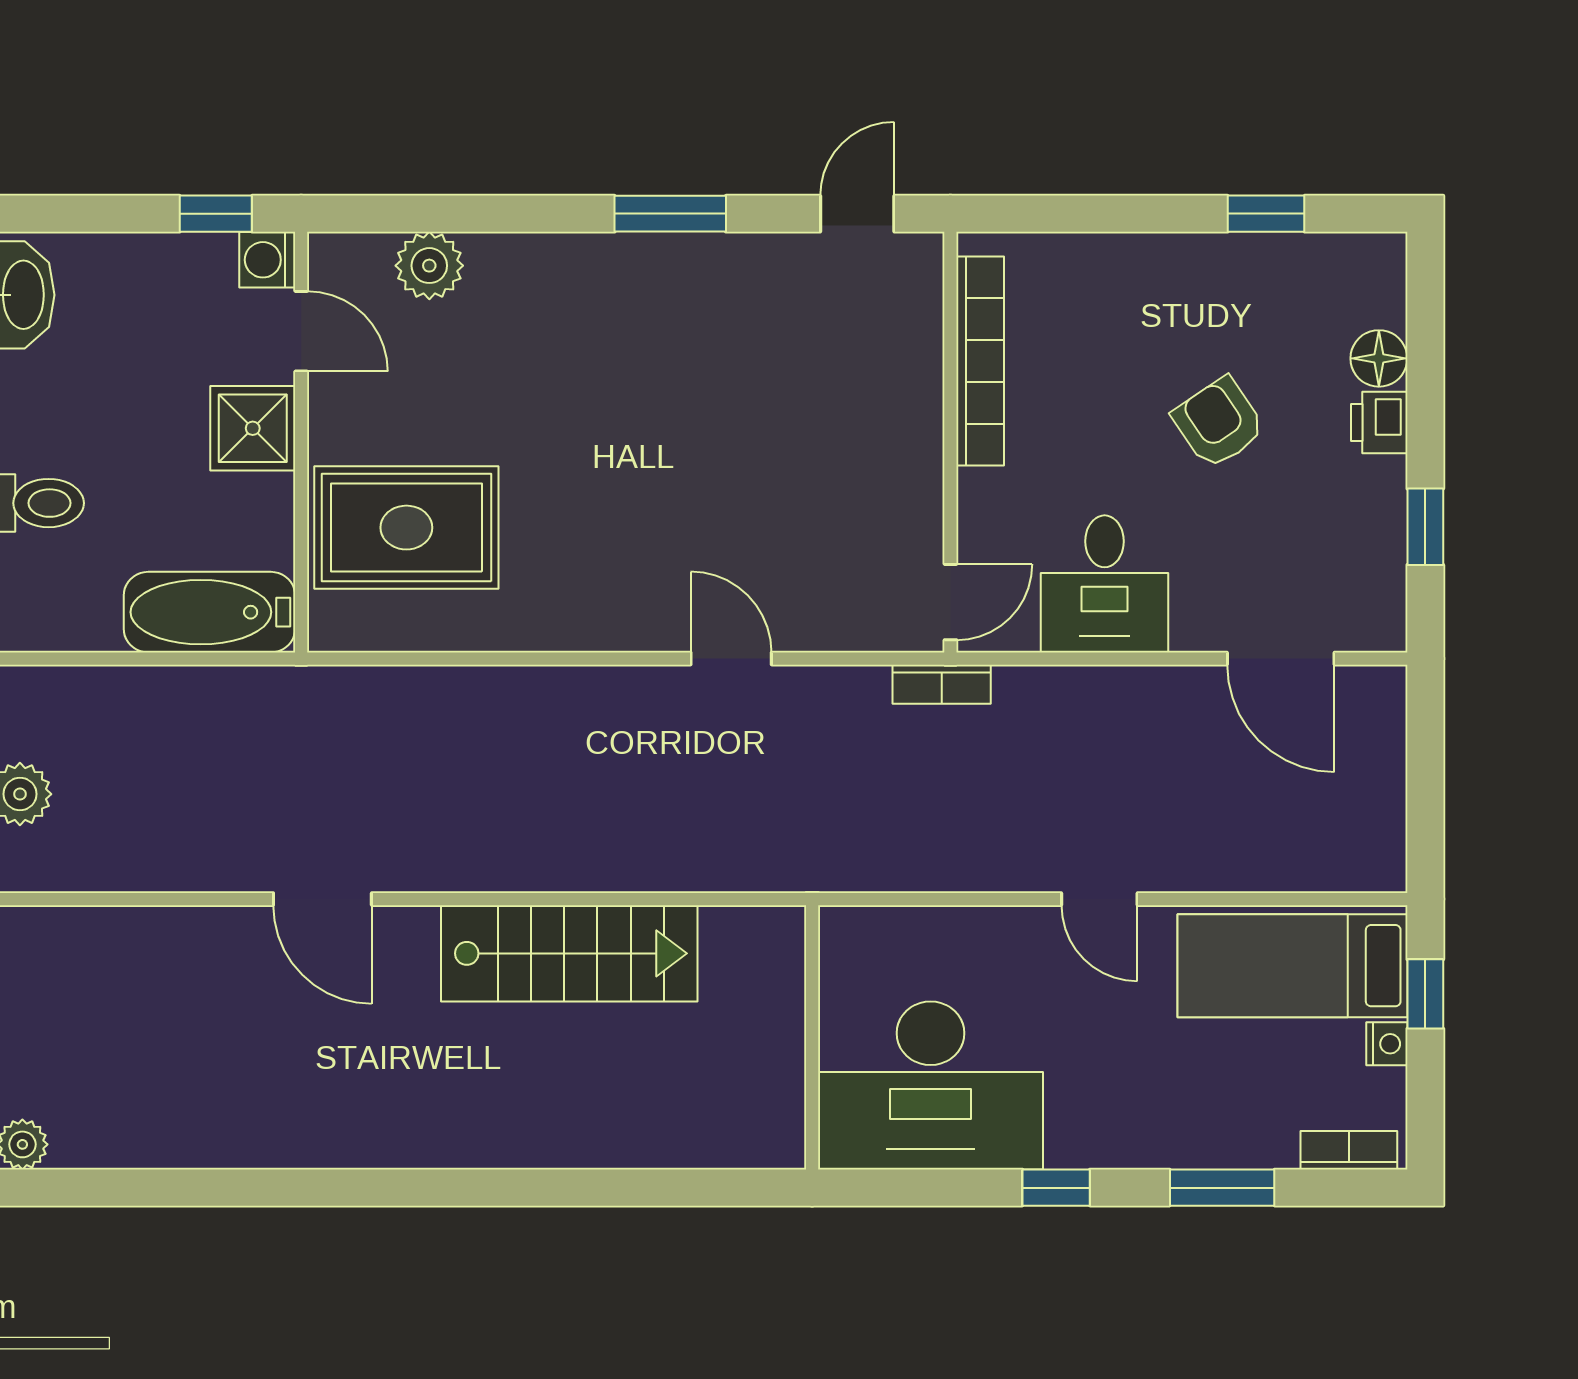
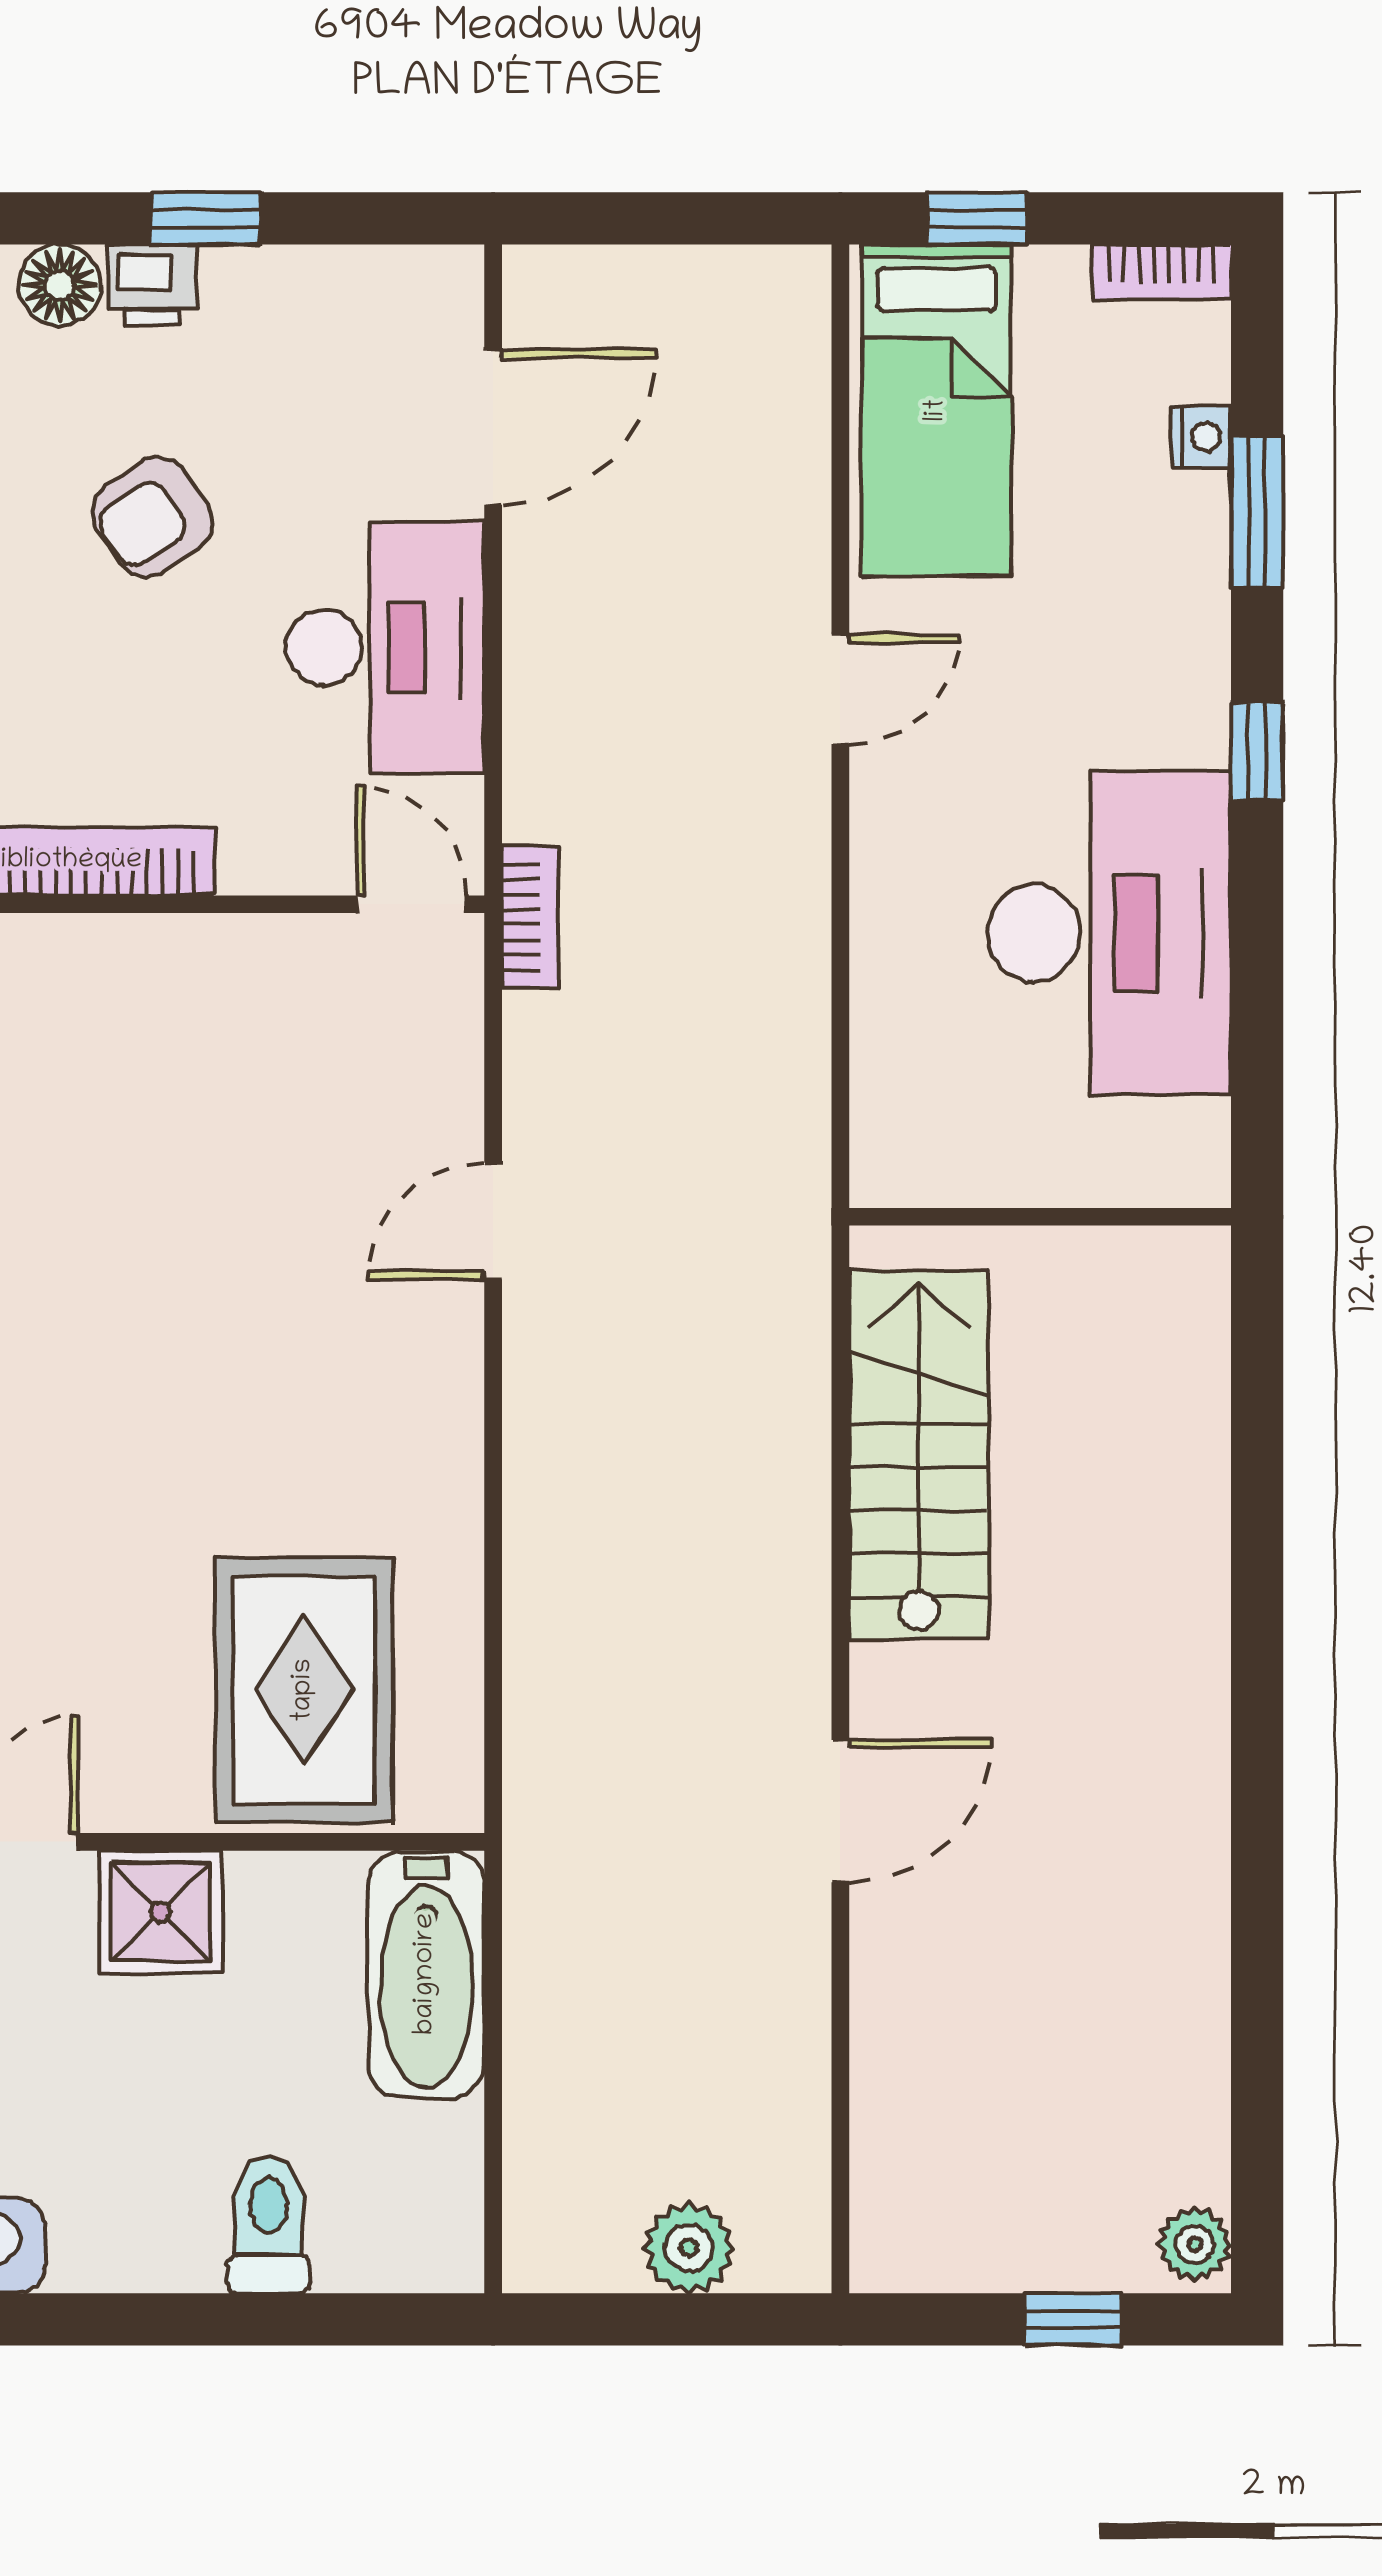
window: (1425, 527) -> (205, 218), moved
desk: (1105, 584) -> (385, 647), width x1.37
wall: (812, 1037) -> (1040, 1217), moved
nightstand: (1387, 1044) -> (1202, 437), moved, turned 90
bookcase: (1349, 1150) -> (1161, 272), moved, turned -90

